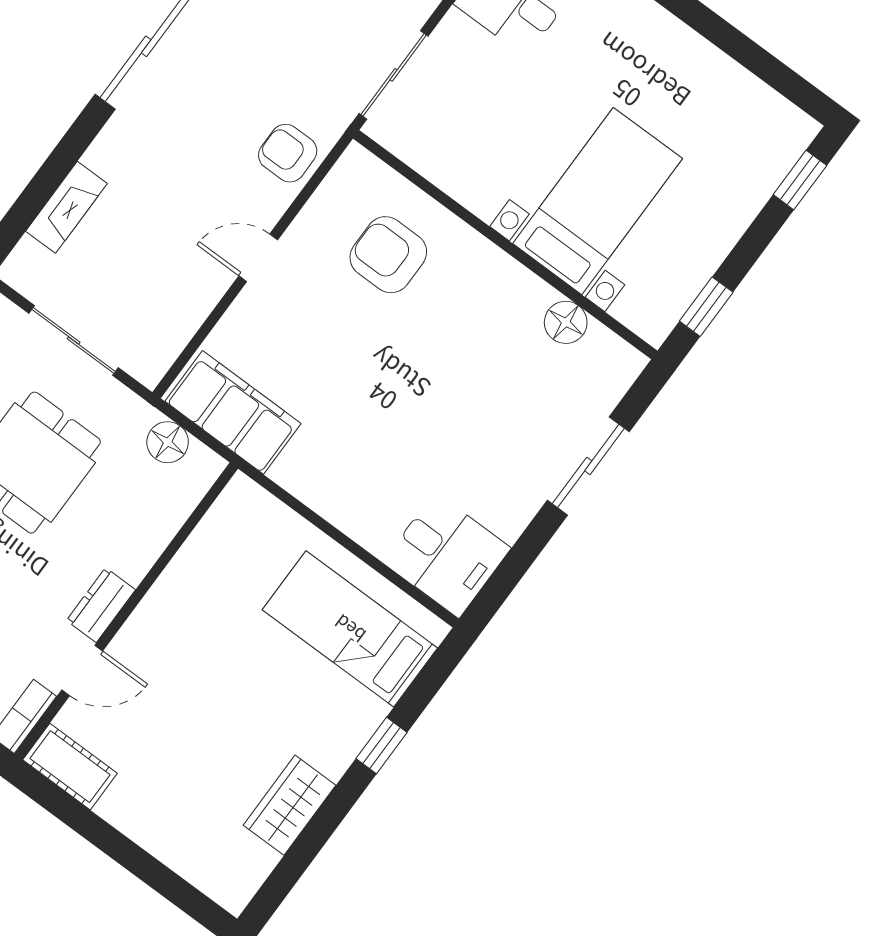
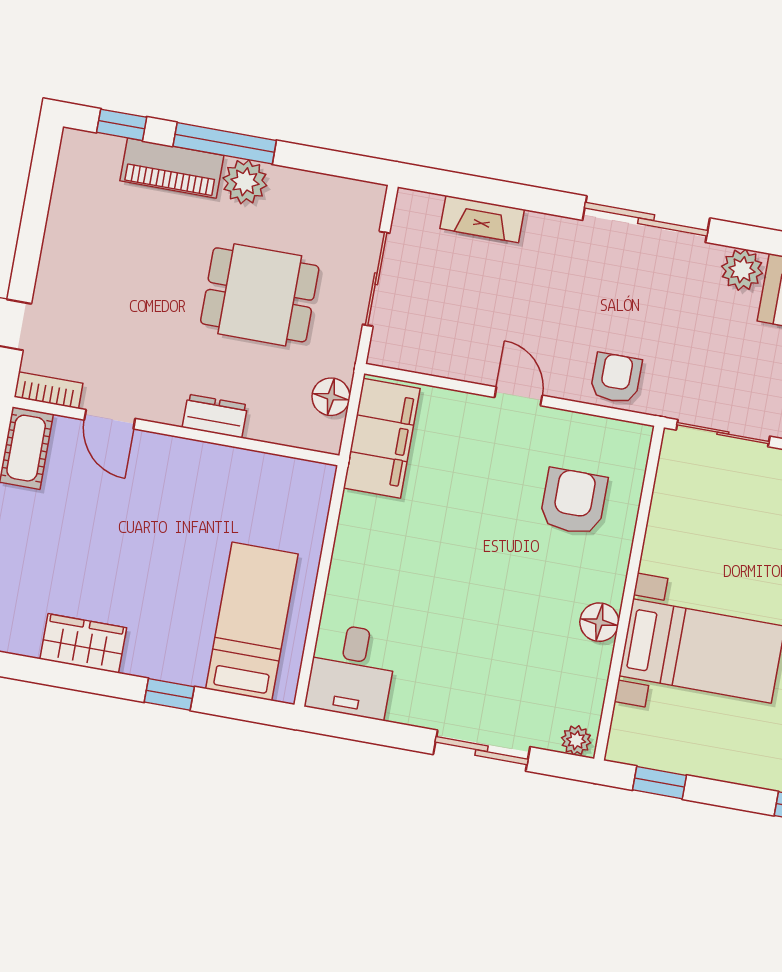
floor lamp: (566, 322) -> (599, 622), moved
plant: (624, 368) -> (576, 740), added
dresser: (101, 605) -> (215, 416), moved

